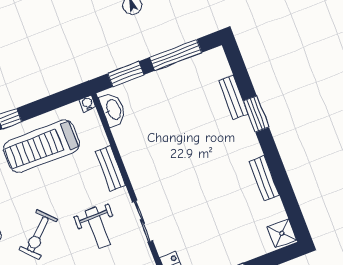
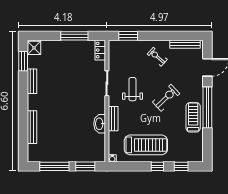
bench: (233, 97) -> (32, 127), width x1.36
washbasin: (113, 110) -> (100, 124), moved
window: (256, 114) -> (23, 61), moved

